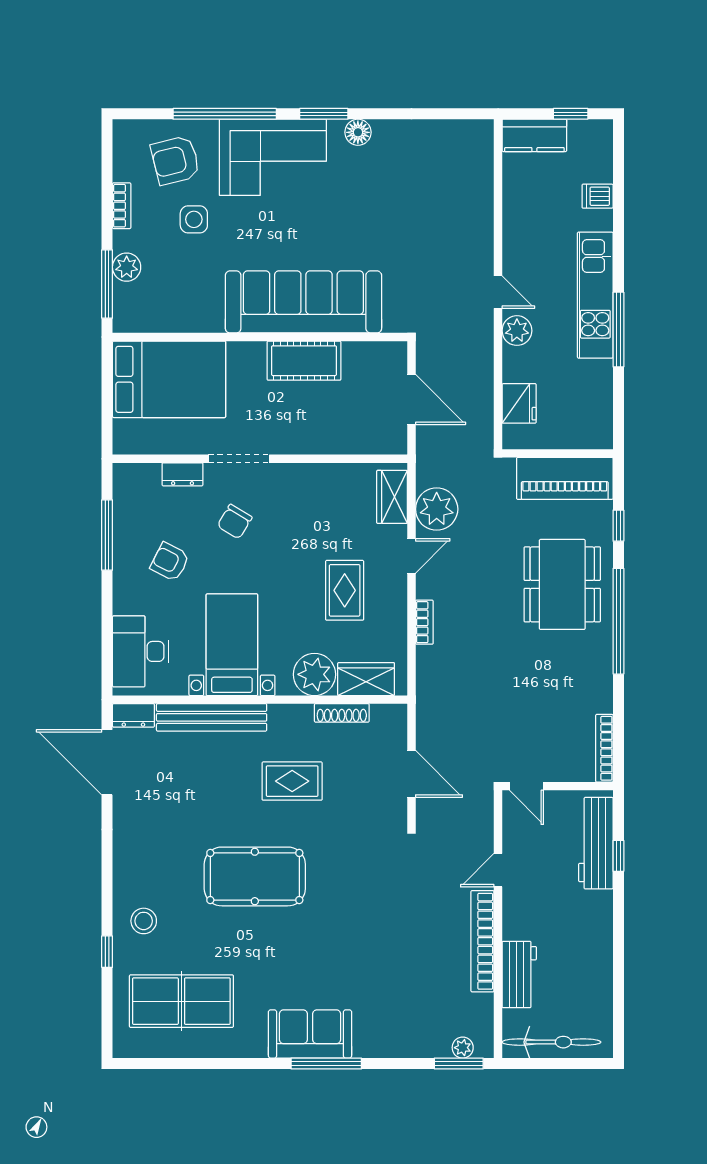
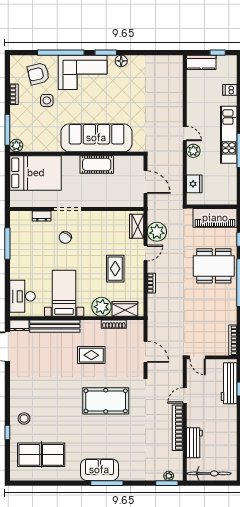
plant: (127, 267) -> (16, 146), moved
armchair: (170, 562) -> (36, 256), removed
dining table: (562, 584) -> (214, 266), turned 90
pool table: (255, 876) -> (106, 401), moved

